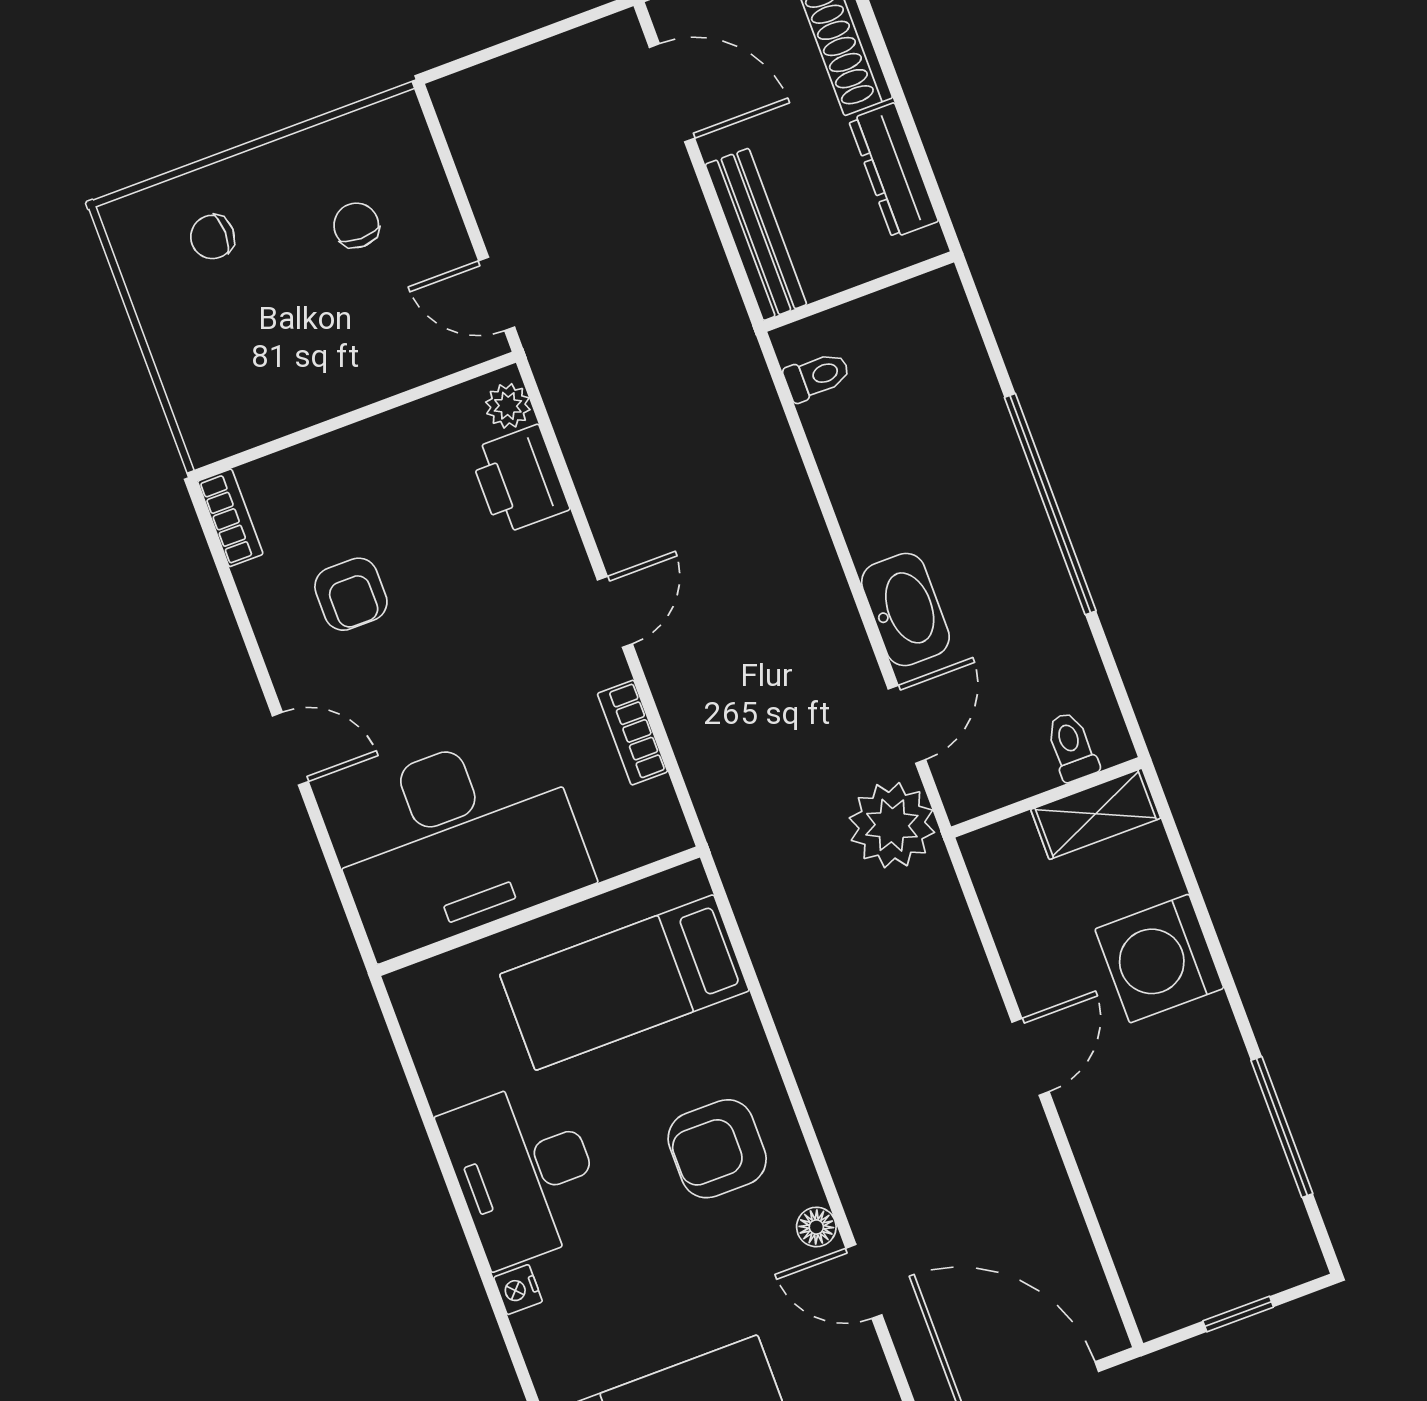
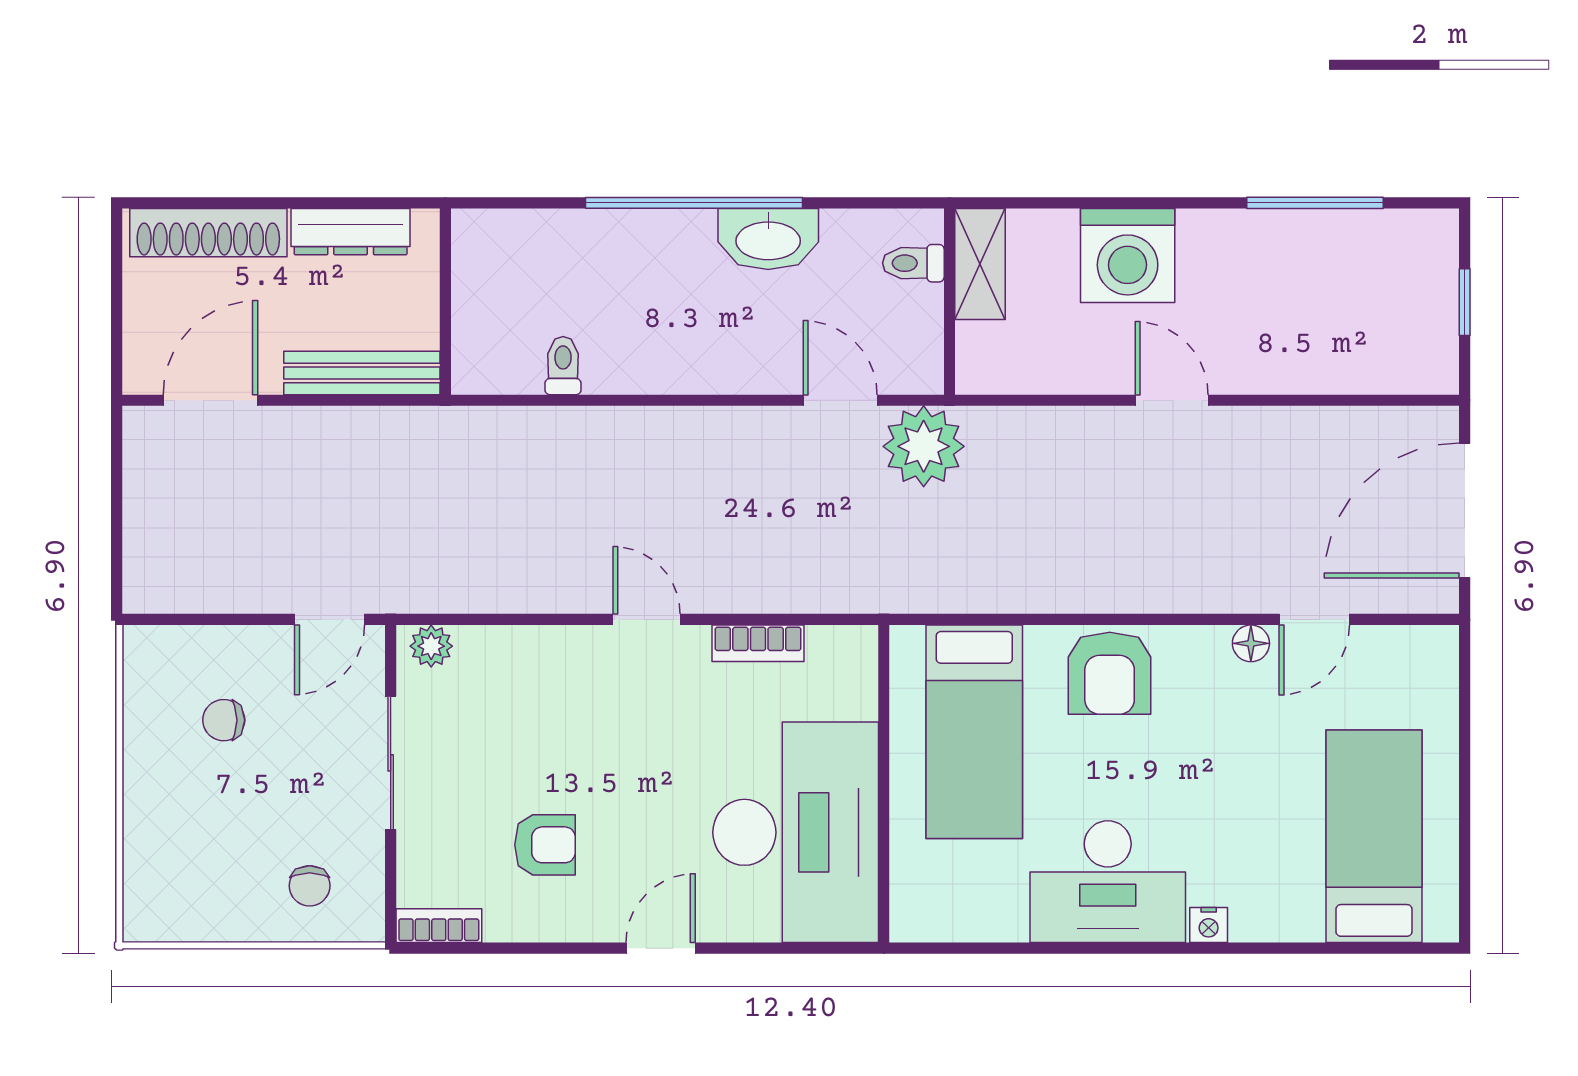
chair: (212, 237) -> (310, 886), moved
toilet: (817, 376) -> (563, 366), moved
sliding door: (376, 409) -> (391, 763), added
printer: (519, 480) -> (500, 660), removed
washbasin: (905, 610) -> (768, 239), moved, turned 180
armchair: (717, 1149) -> (1110, 673), moved

